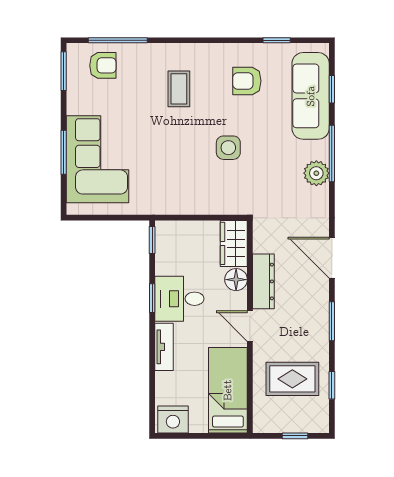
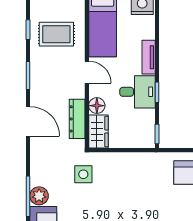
side table: (228, 148) -> (83, 174), moved
plant: (316, 173) -> (39, 196), moved
dresser: (263, 281) -> (77, 119), moved

